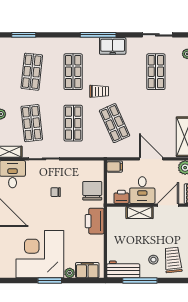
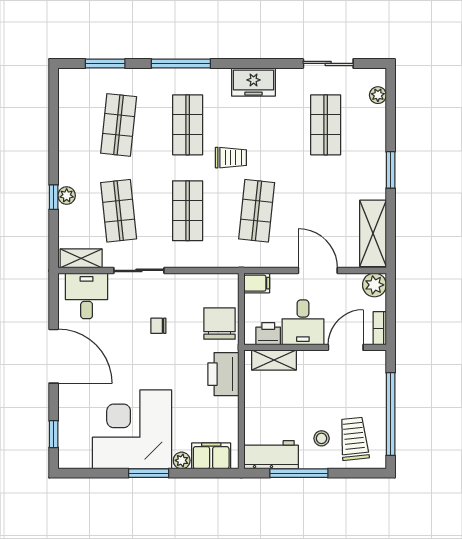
window: (98, 35) -> (181, 63), moved
shop shelf: (115, 123) -> (257, 211), turned 30
shelving: (140, 213) -> (274, 360), moved

